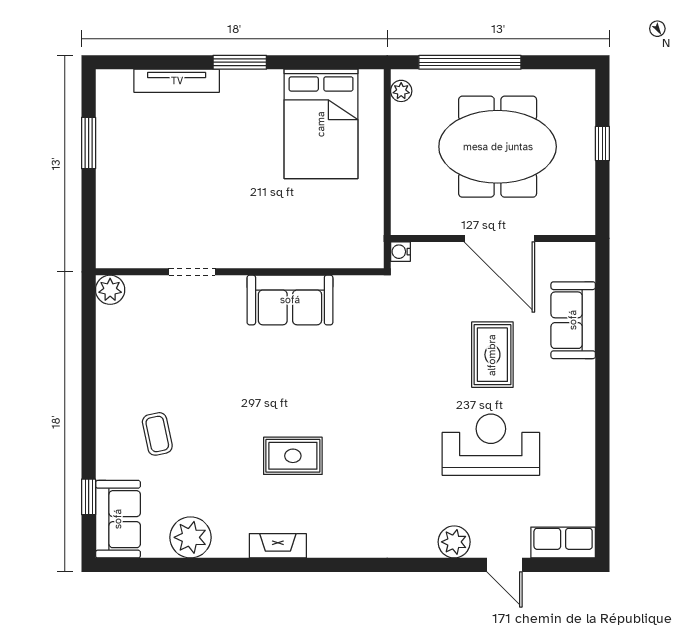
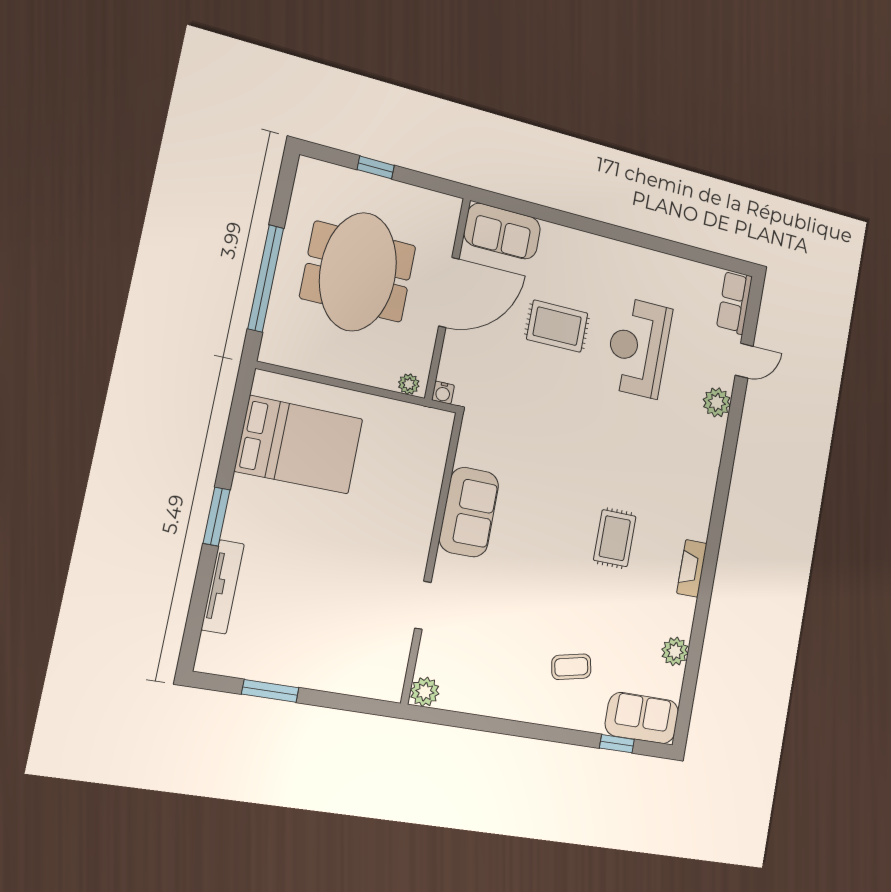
plant: (401, 91) -> (409, 384), moved
sofa: (573, 320) -> (502, 231), moved
plant: (190, 537) -> (675, 651), width x0.73, depth x0.73

